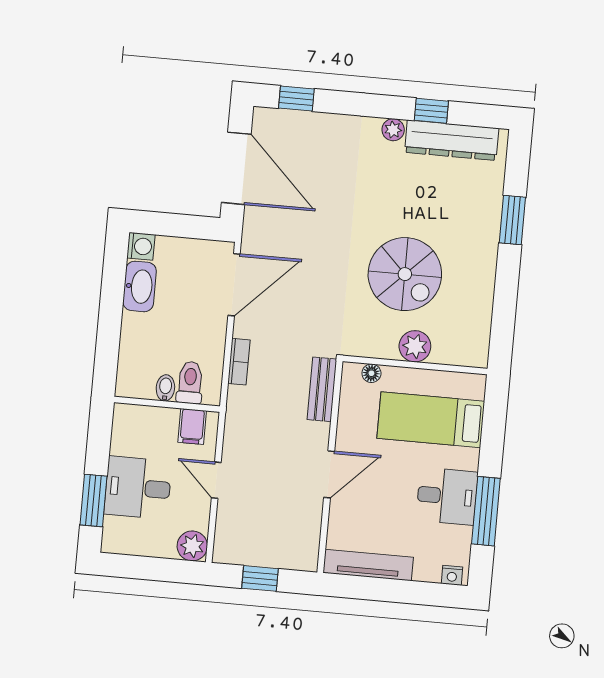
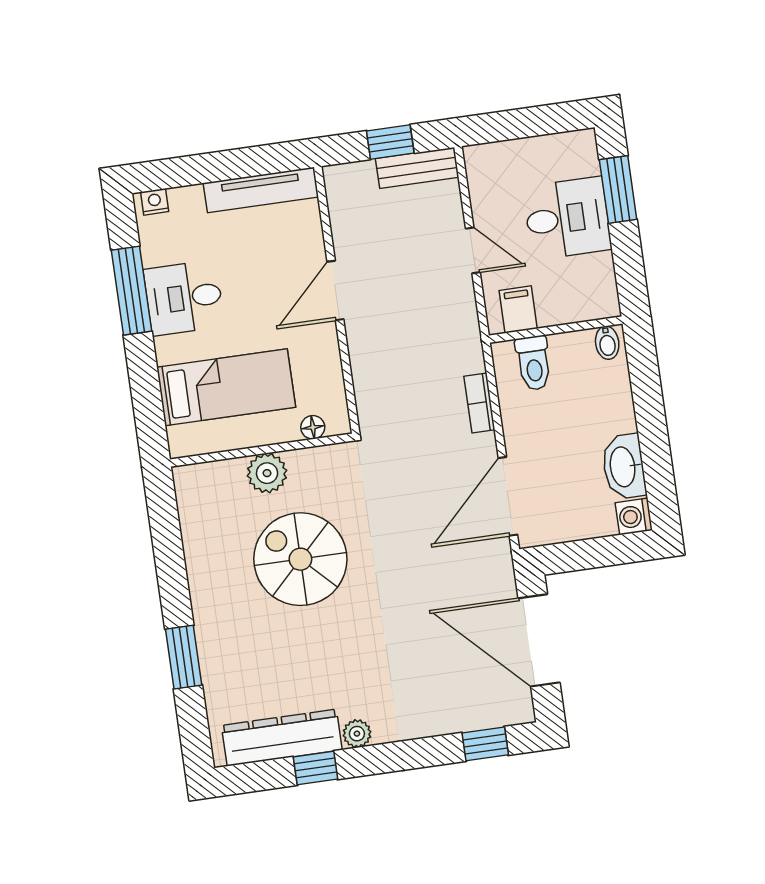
bidet: (165, 388) -> (607, 343), moved
bench: (322, 389) -> (417, 168), moved, turned 90
plant: (192, 546) -> (483, 162), removed

